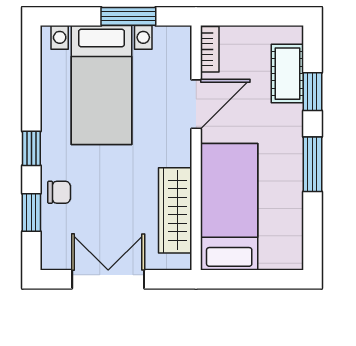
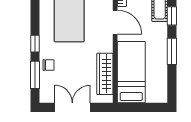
door: (196, 104) -> (115, 22), hinge flipped
window: (31, 212) -> (35, 75), width x1.50

